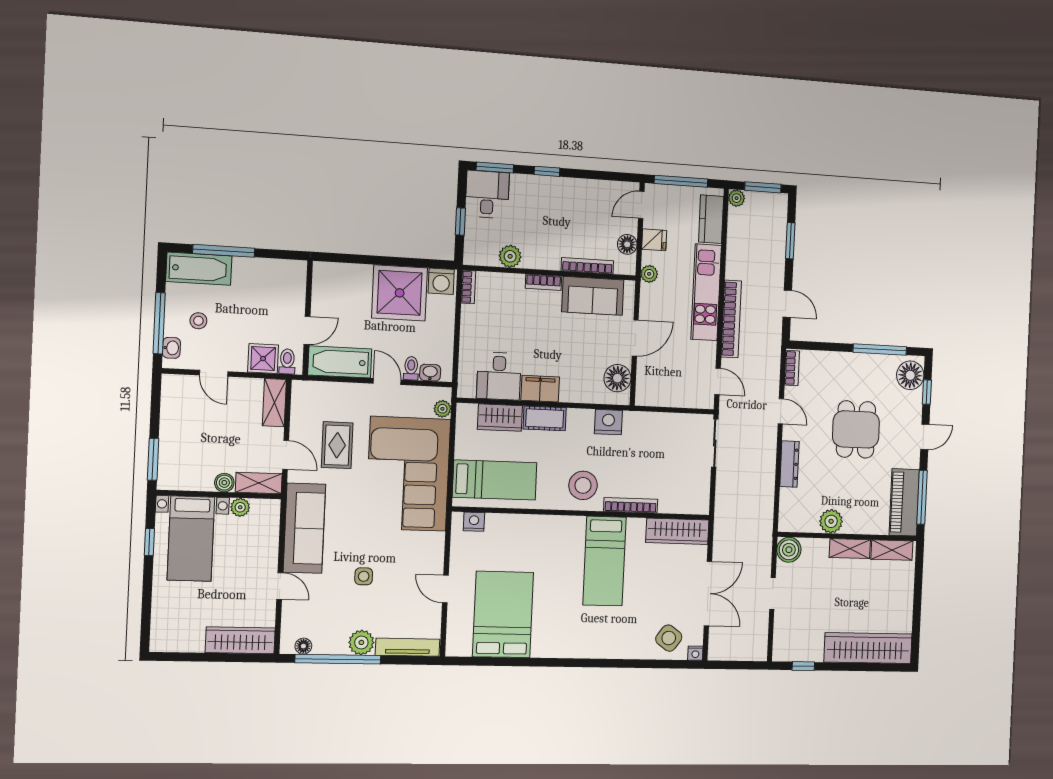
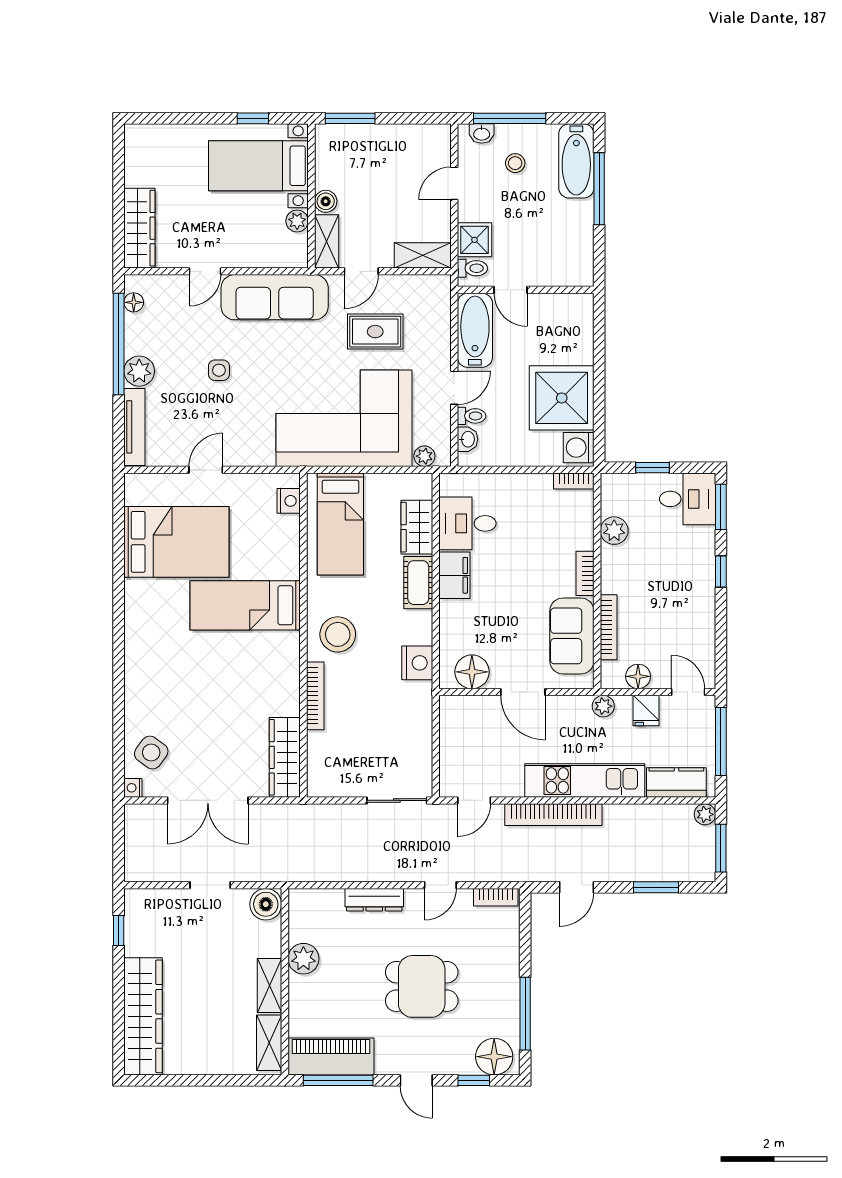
bed: (605, 561) -> (245, 605), moved

